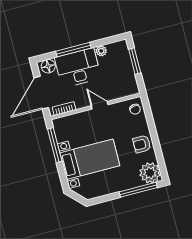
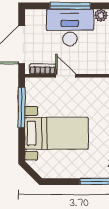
floor lamp: (48, 66) -> (37, 17), removed
door: (100, 105) -> (66, 76), moved

